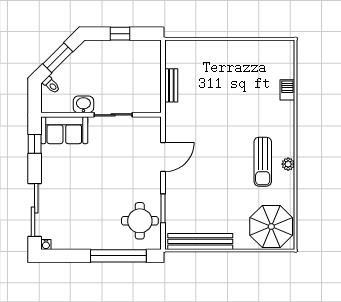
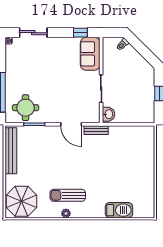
window: (58, 58) -> (142, 49), removed
bench: (171, 85) -> (96, 130), moved
barbecue: (287, 90) -> (119, 210), width x1.88, depth x1.53
washbasin: (83, 104) -> (109, 114), moved
sliding door: (35, 210) -> (33, 33), width x0.73

